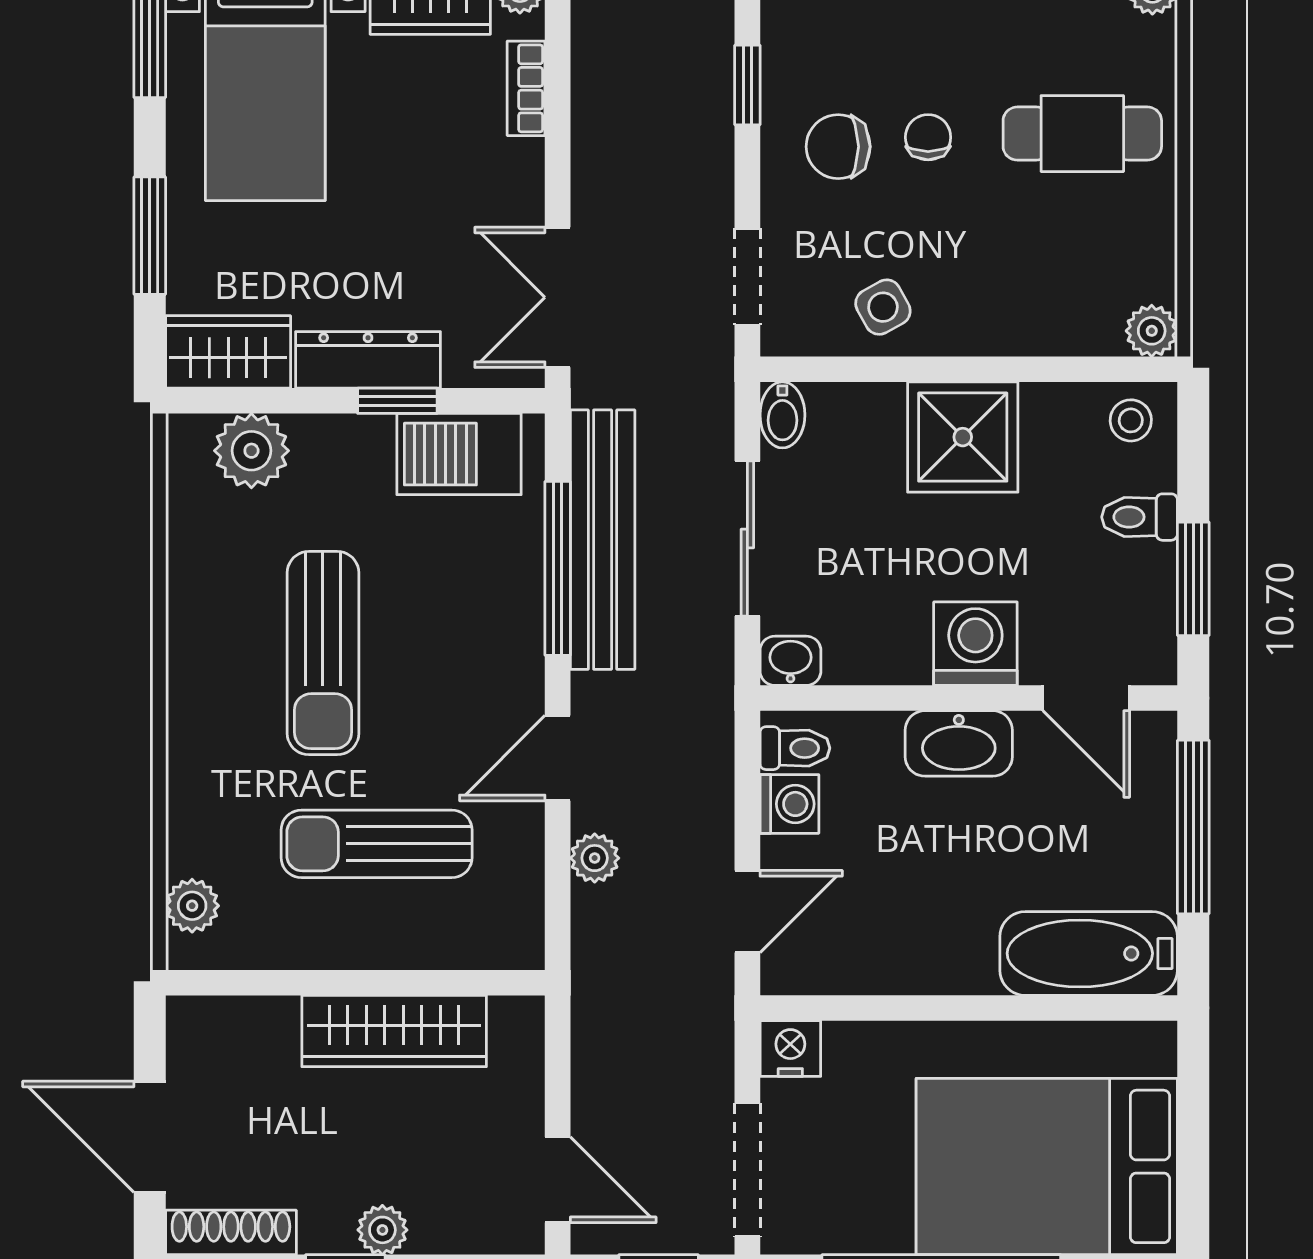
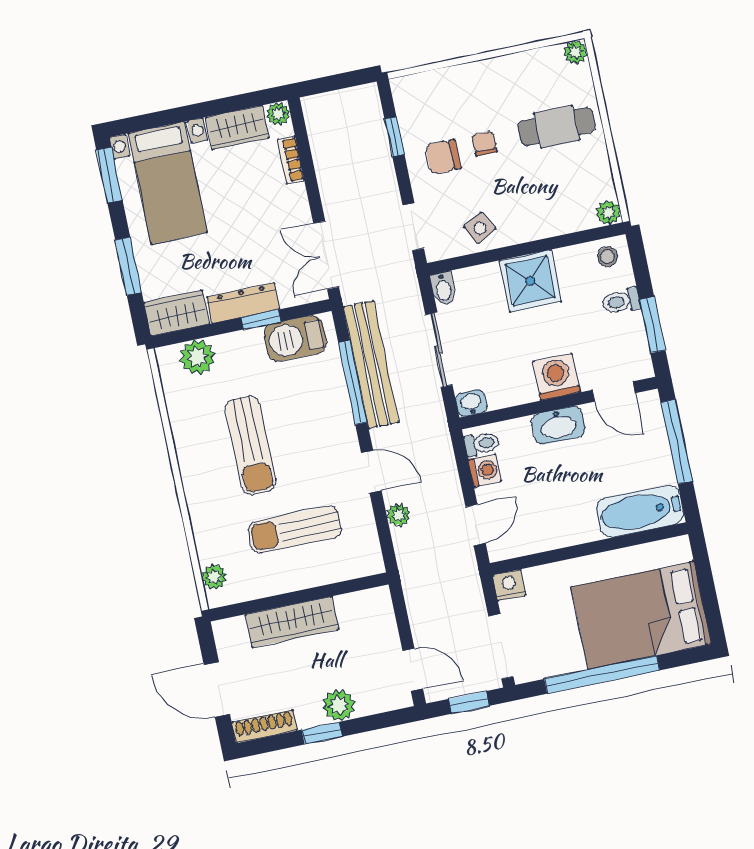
door: (558, 758) -> (371, 472), swing flipped
wardrobe: (394, 1031) -> (292, 622), moved
plant: (382, 1230) -> (339, 705), width x1.38, depth x1.38

